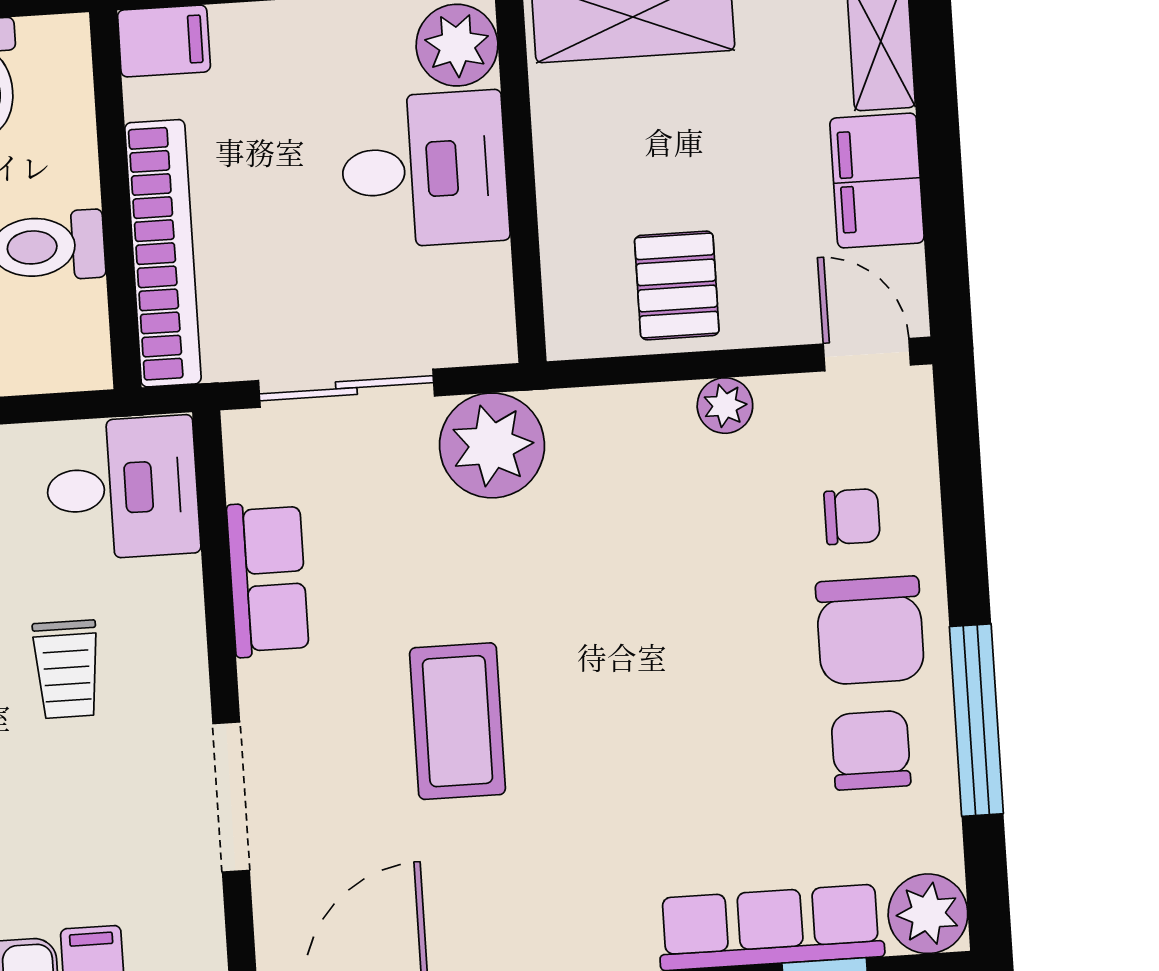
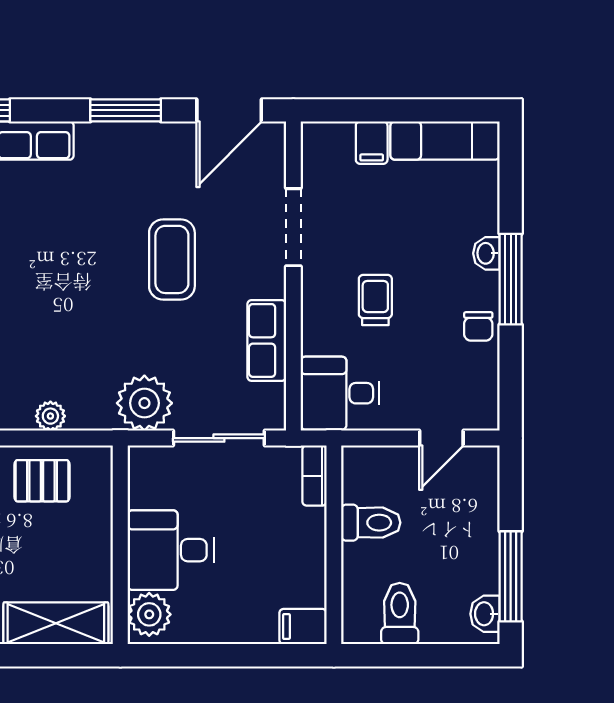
bookcase: (163, 253) -> (314, 476), width x0.43, depth x0.76
pallet: (677, 285) -> (42, 481), turned 90
plant: (725, 406) -> (50, 416), moved

